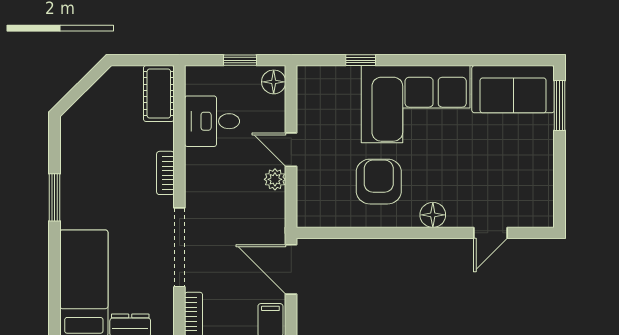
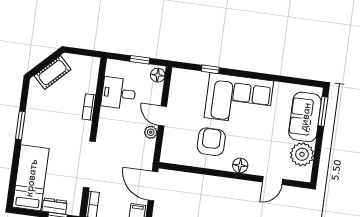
sofa: (513, 89) -> (305, 117), moved, turned 90
cot: (159, 94) -> (53, 73), moved, turned 45
bookcase: (165, 173) -> (89, 107), moved
plant: (534, 182) -> (302, 154), added

